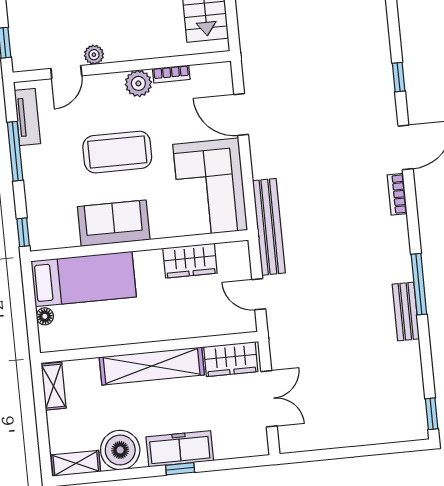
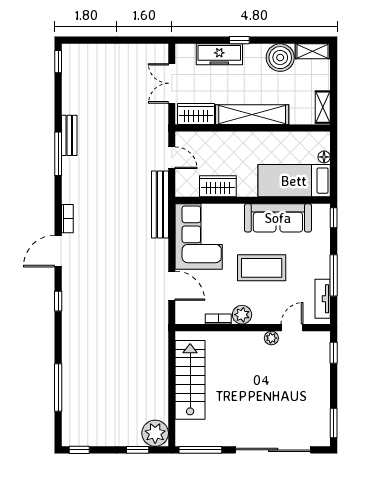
sofa: (114, 223) -> (278, 218), width x1.36
freezer: (180, 449) -> (219, 54), moved

